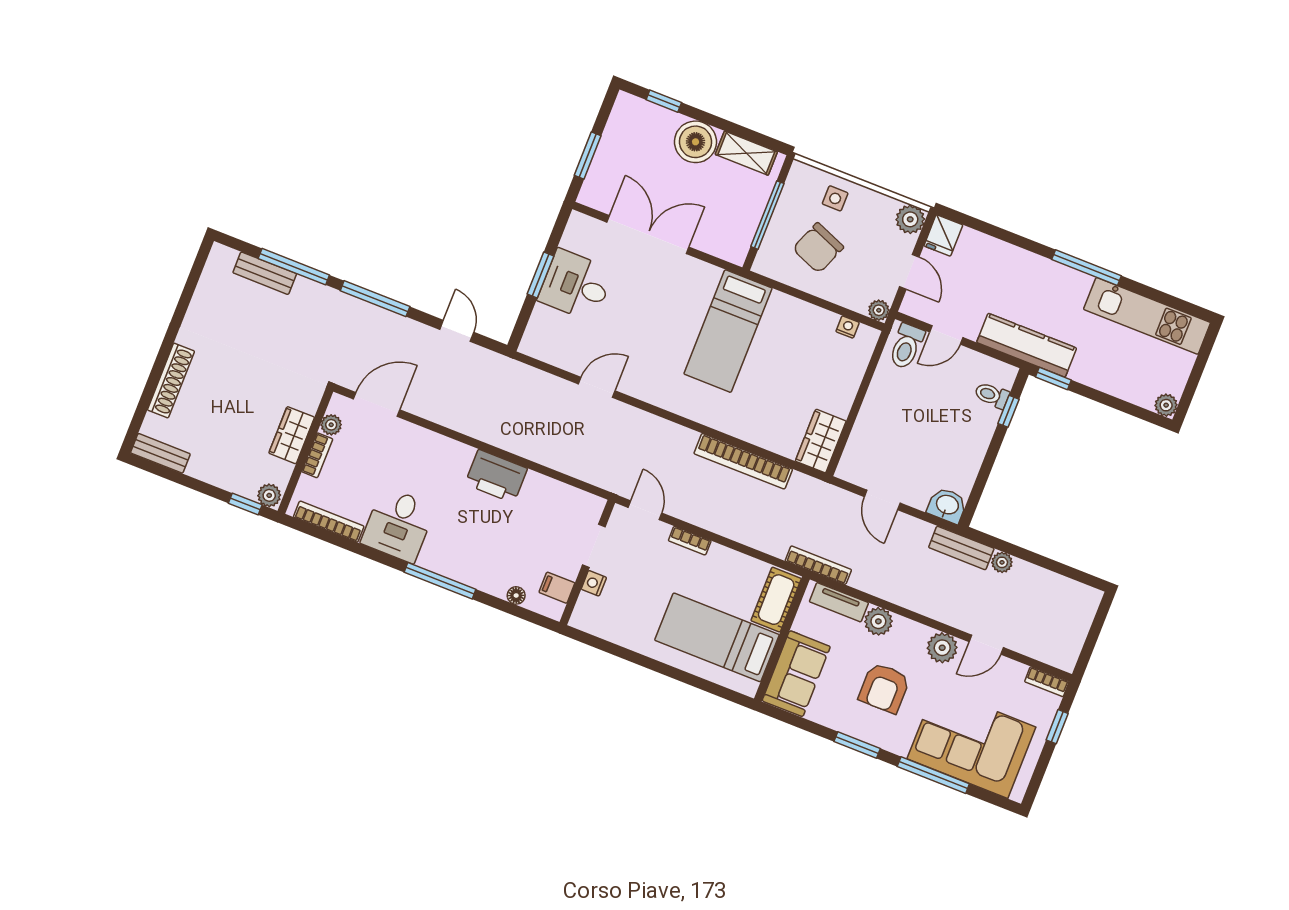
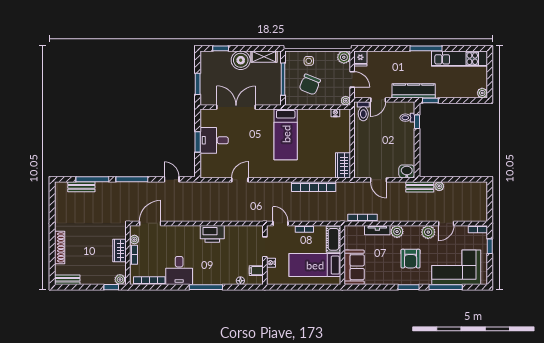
cot: (776, 600) -> (333, 239), moved
bed: (717, 637) -> (315, 265), moved
wall: (782, 639) -> (342, 255), moved
sofa: (796, 674) -> (354, 267), moved

